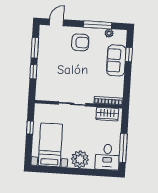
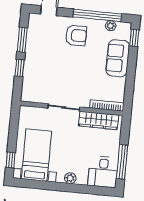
window: (98, 25) -> (97, 15), width x1.46
window: (129, 55) -> (134, 38), moved
wardrobe: (107, 114) -> (98, 120), width x1.50
window: (30, 128) -> (10, 160), moved
plant: (80, 159) -> (70, 178), width x0.53, depth x0.53

